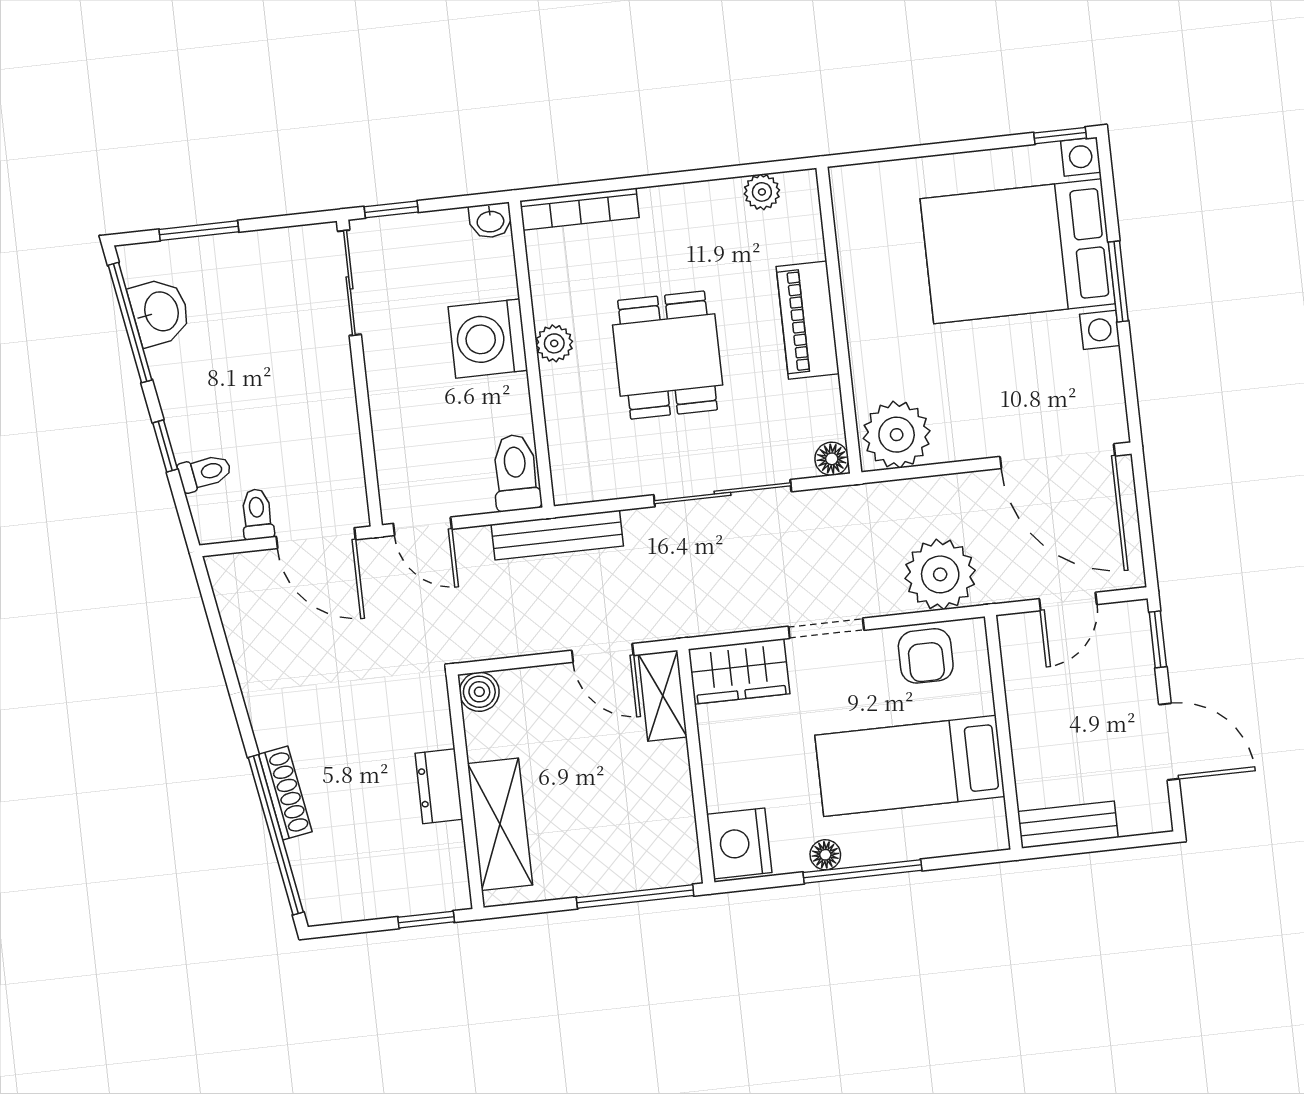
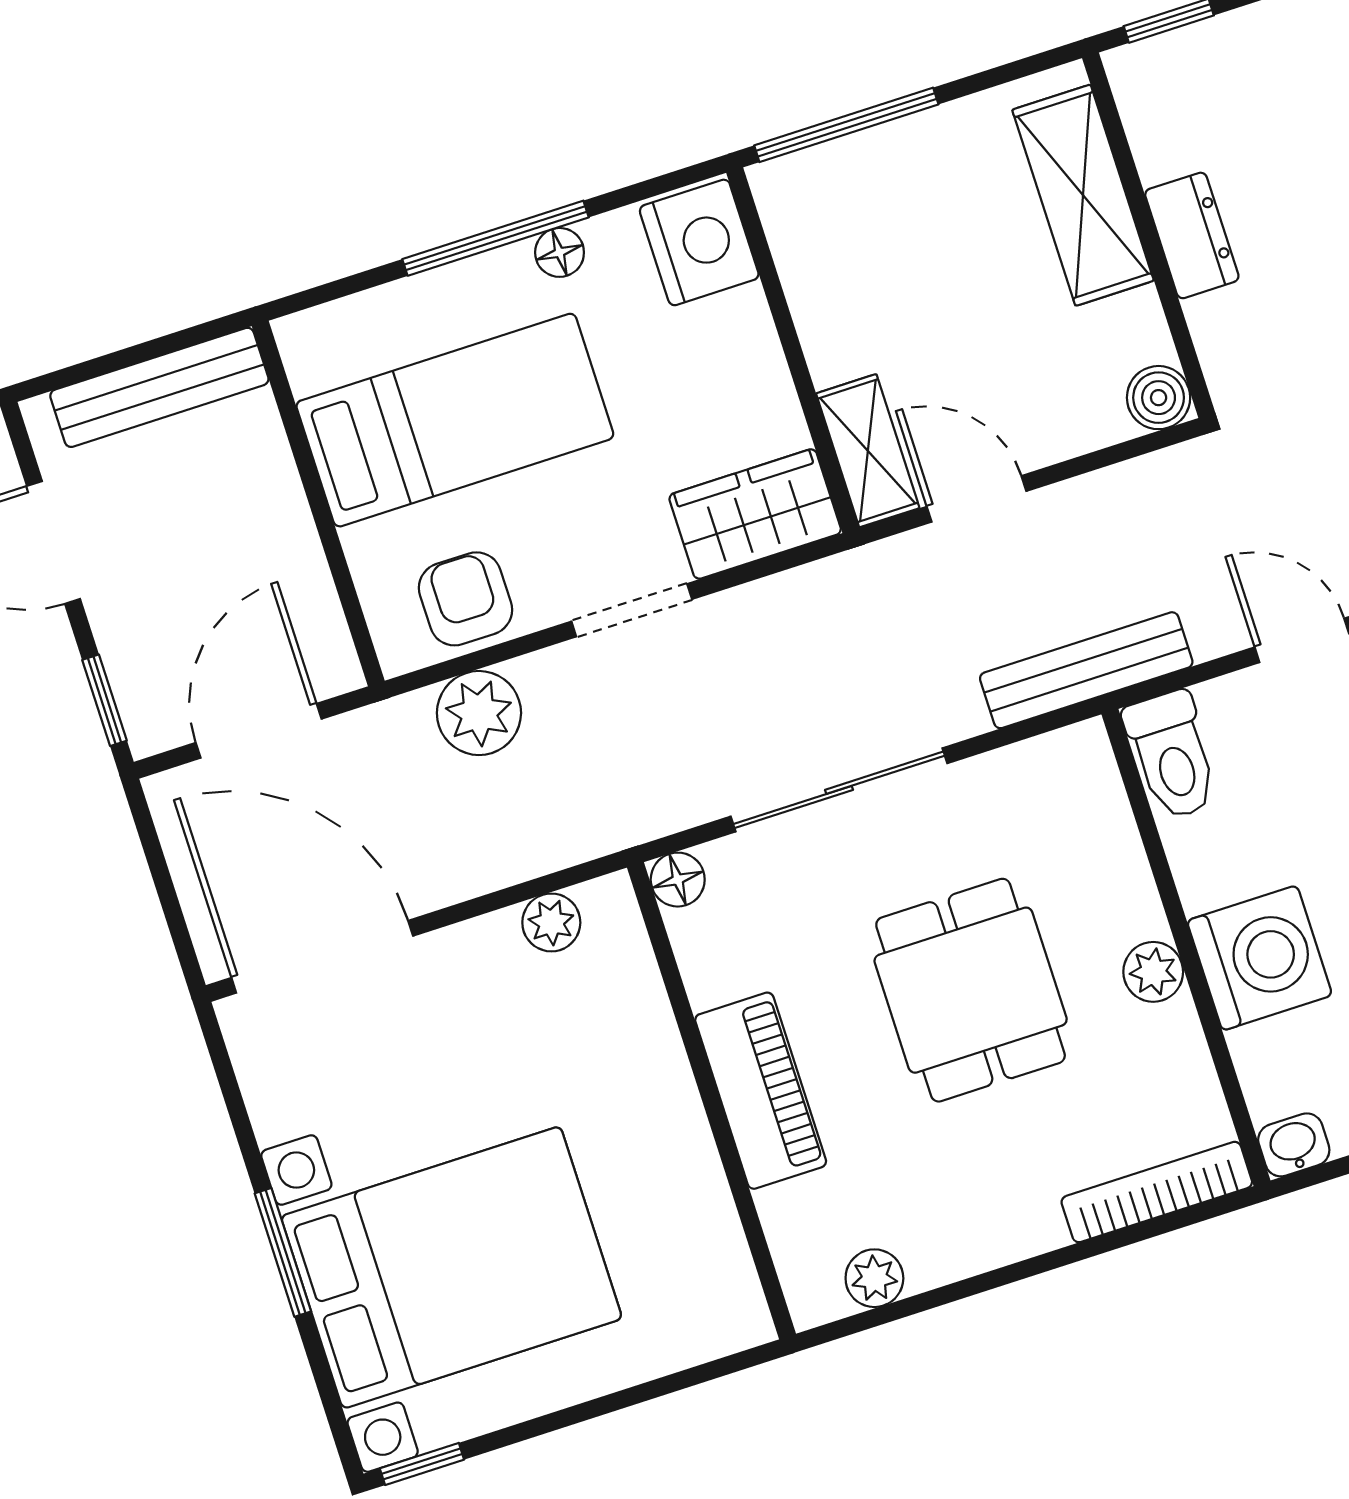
plant: (897, 435) -> (551, 922), width x0.53, depth x0.53
plant: (940, 574) -> (479, 713), width x0.73, depth x0.73
door: (1068, 602) -> (259, 731), width x1.38
bench: (1068, 825) -> (159, 387), width x1.36

